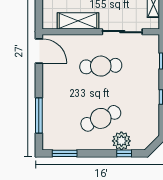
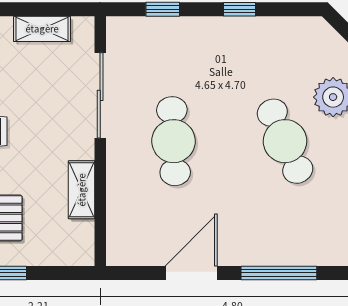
shelving: (78, 21) -> (82, 190), width x0.67, depth x0.75
door: (39, 51) -> (191, 273), moved

